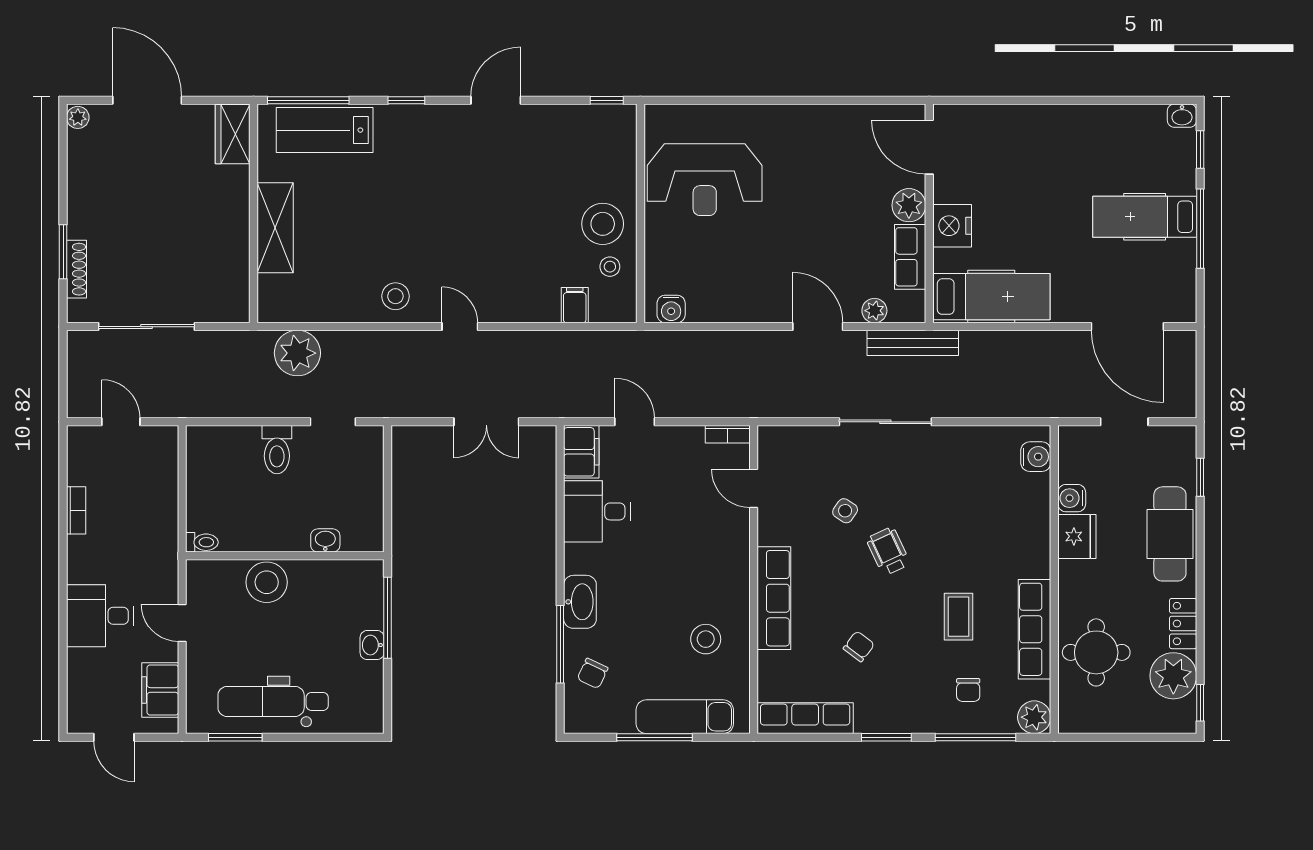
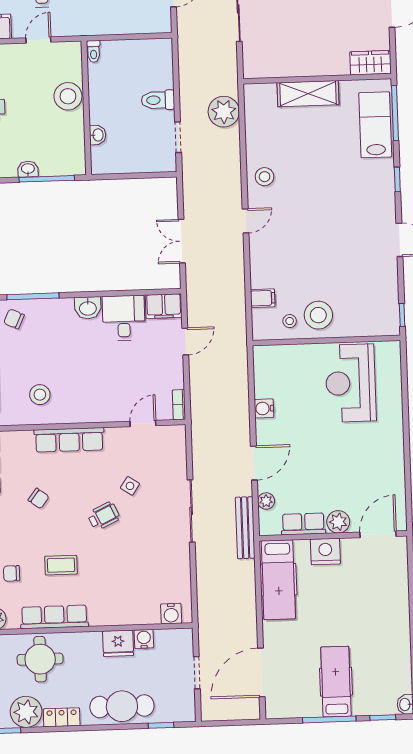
water cooler: (671, 309) -> (264, 408), moved
washbasin: (580, 602) -> (88, 308), moved, width x0.72

